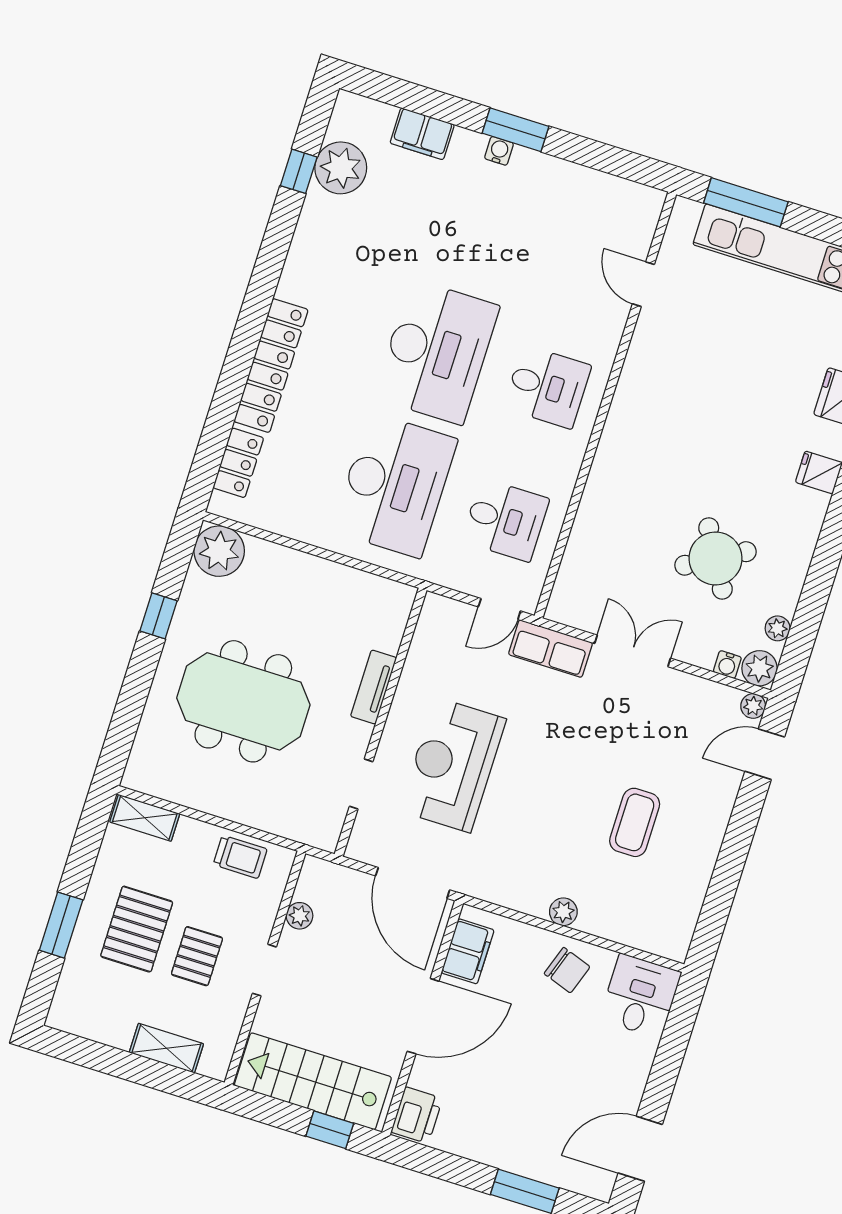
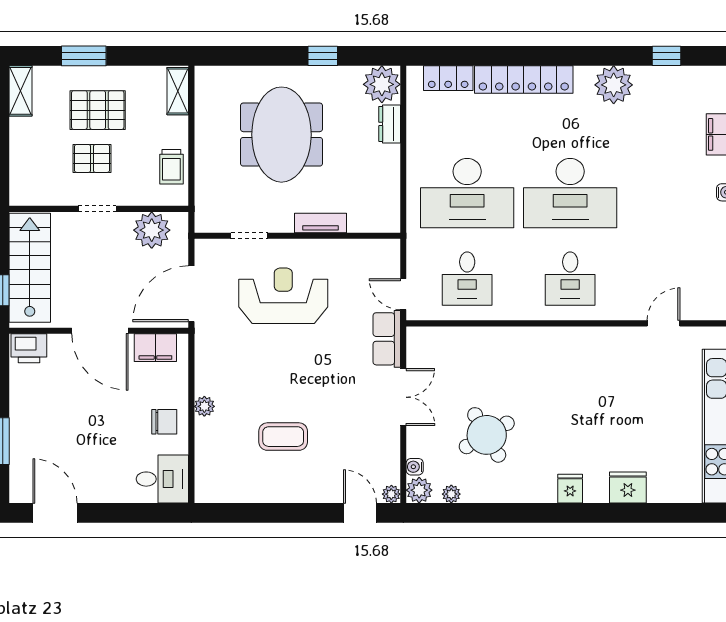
plant: (341, 168) -> (614, 85), moved
dresser: (274, 557) -> (390, 124), added
plant: (300, 916) -> (152, 230), width x1.87, depth x1.87
chair: (567, 970) -> (164, 422), turned -109
shelving: (166, 1048) -> (21, 91), moved

